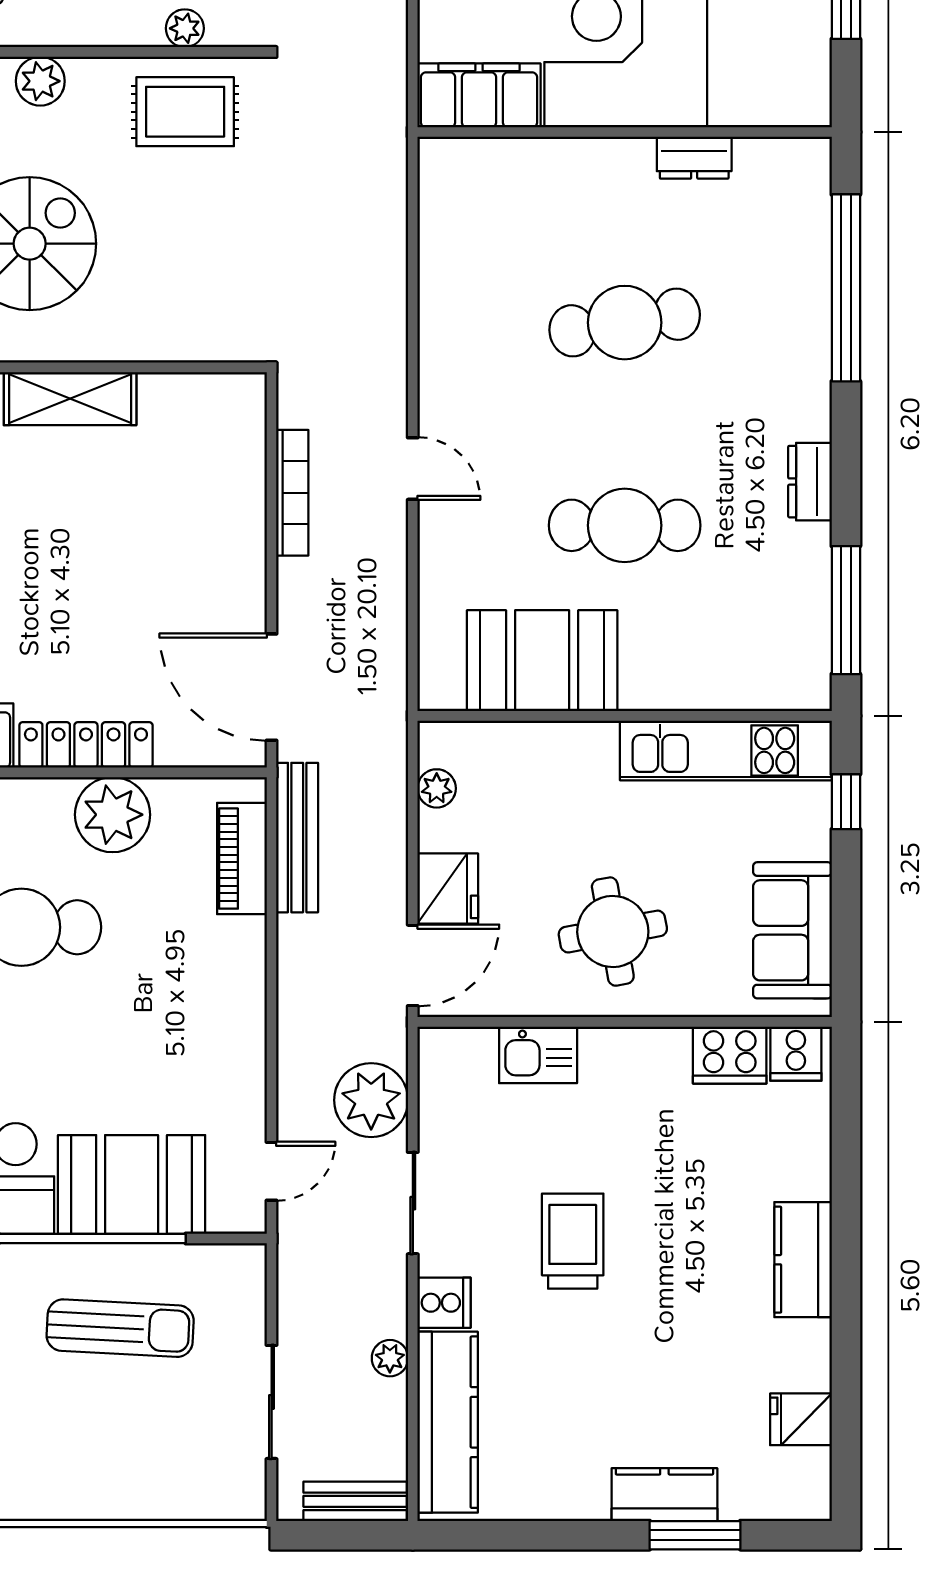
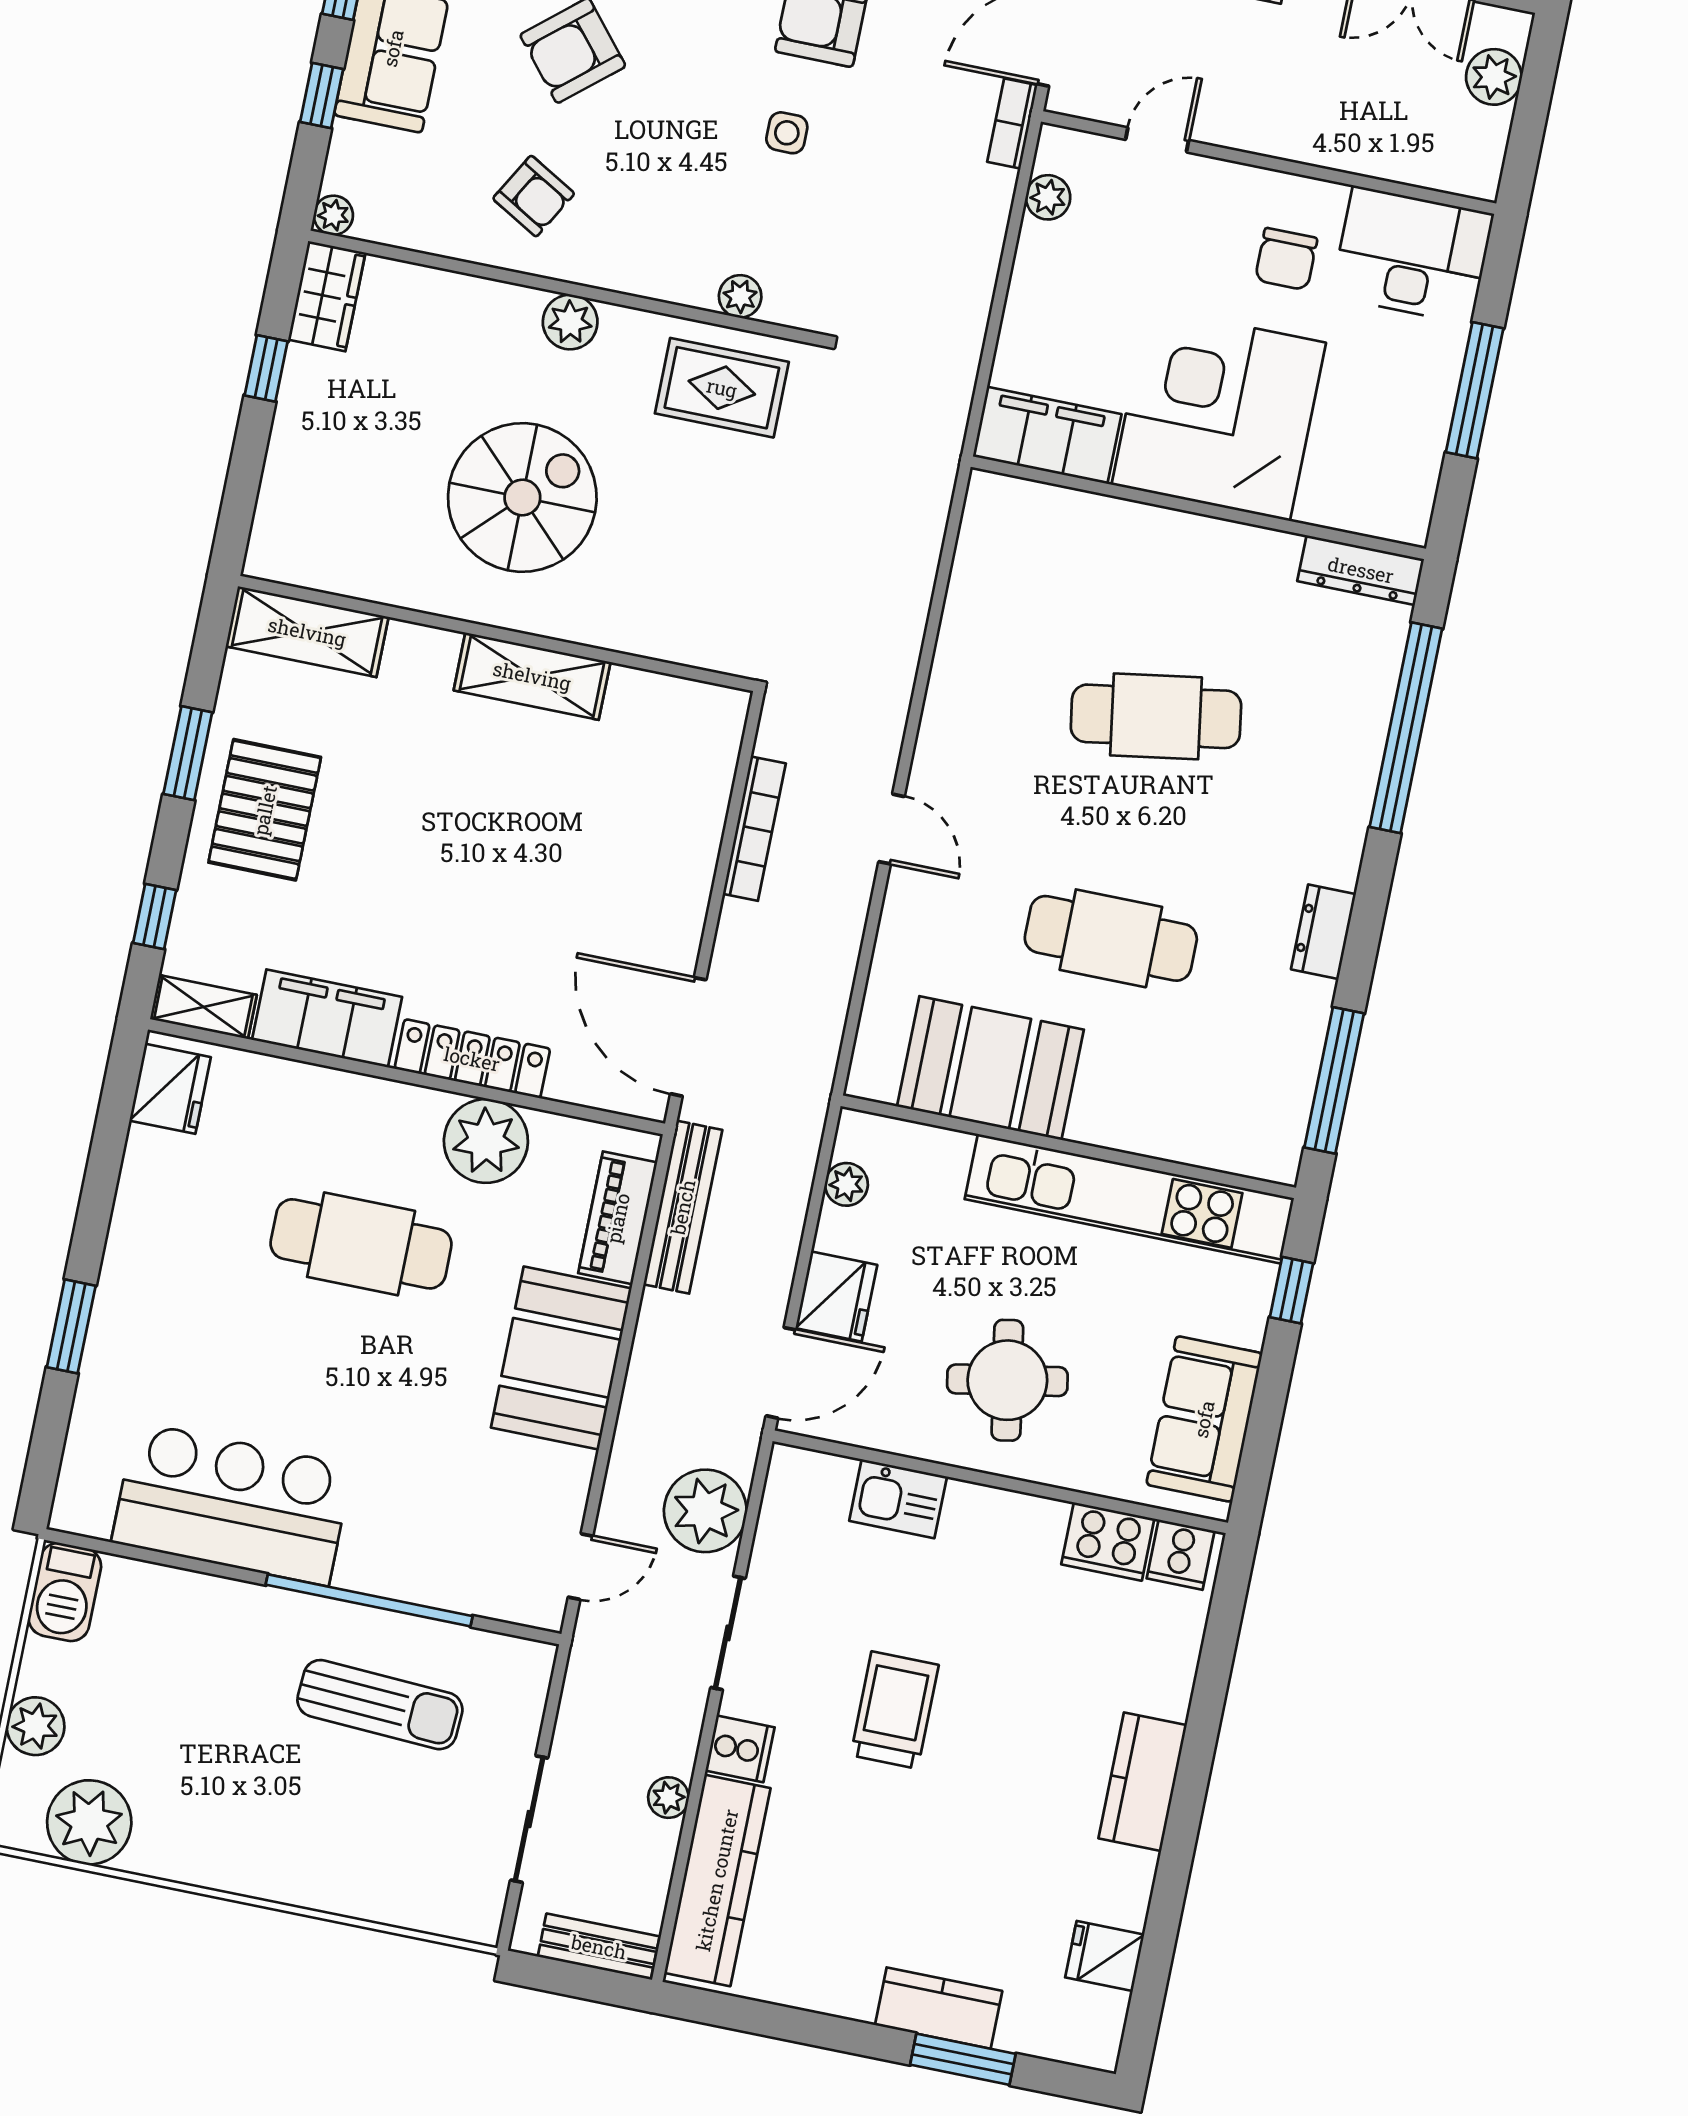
dresser: (694, 158) -> (1361, 570), moved, width x1.44
kitchen unit: (726, 750) -> (1129, 1199), width x1.36
booth: (132, 1184) -> (561, 1358), moved, turned 90

